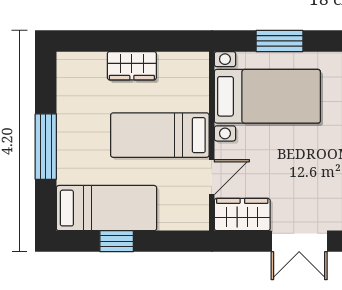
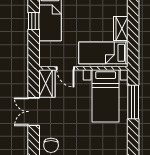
window: (279, 41) -> (133, 102), width x1.44
bed: (160, 135) -> (103, 53), moved, turned -90

